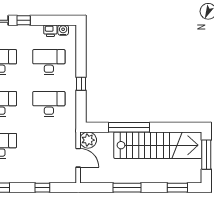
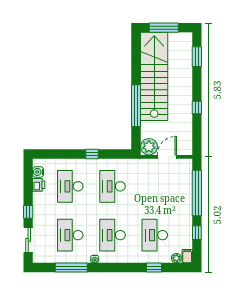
window: (42, 188) -> (197, 193), width x3.17
window: (127, 188) -> (197, 107), width x0.46

